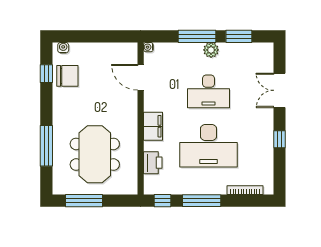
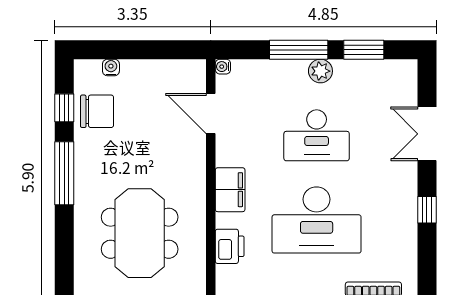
water cooler: (63, 48) -> (111, 67), moved
window: (46, 146) -> (64, 173), moved

